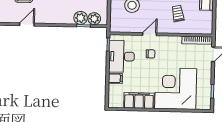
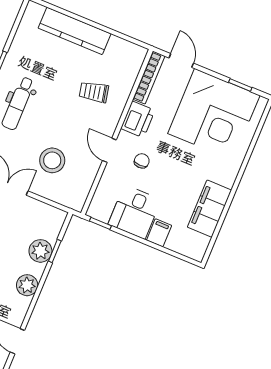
plant: (94, 19) -> (27, 285), moved
printer: (172, 43) -> (138, 119), added
desk: (122, 56) -> (135, 212), width x0.73
corner desk: (176, 89) -> (214, 114), moved, turned -90

